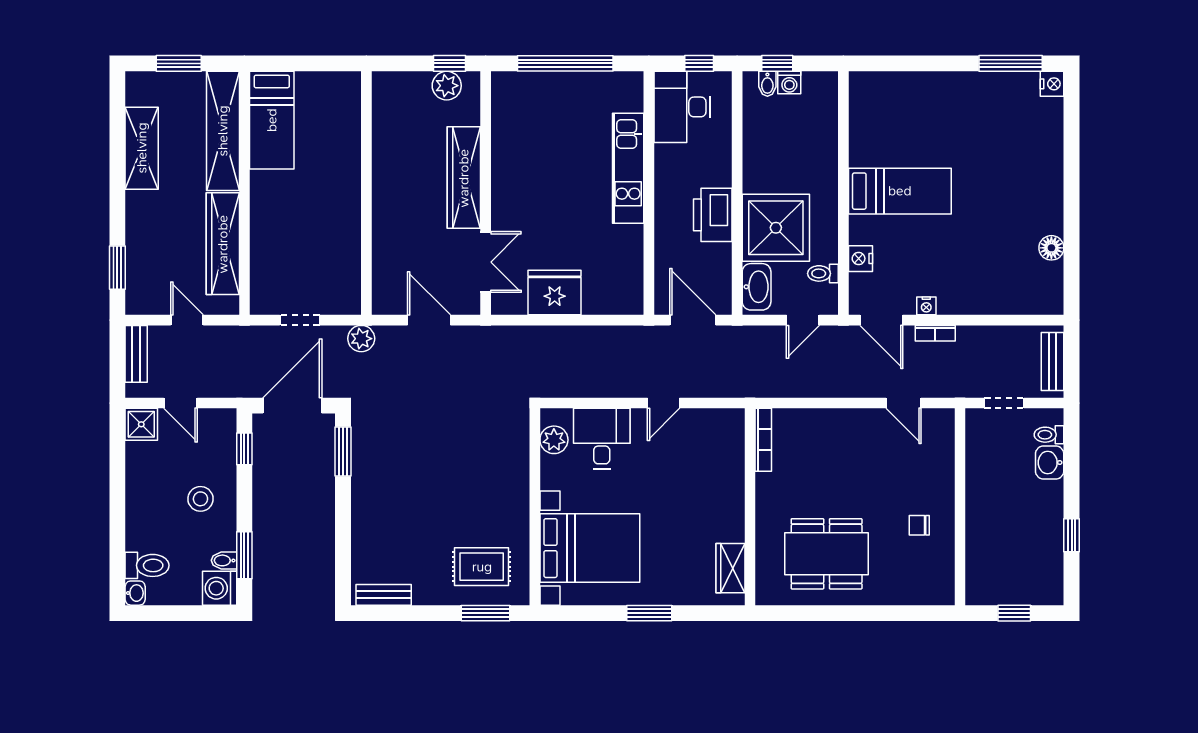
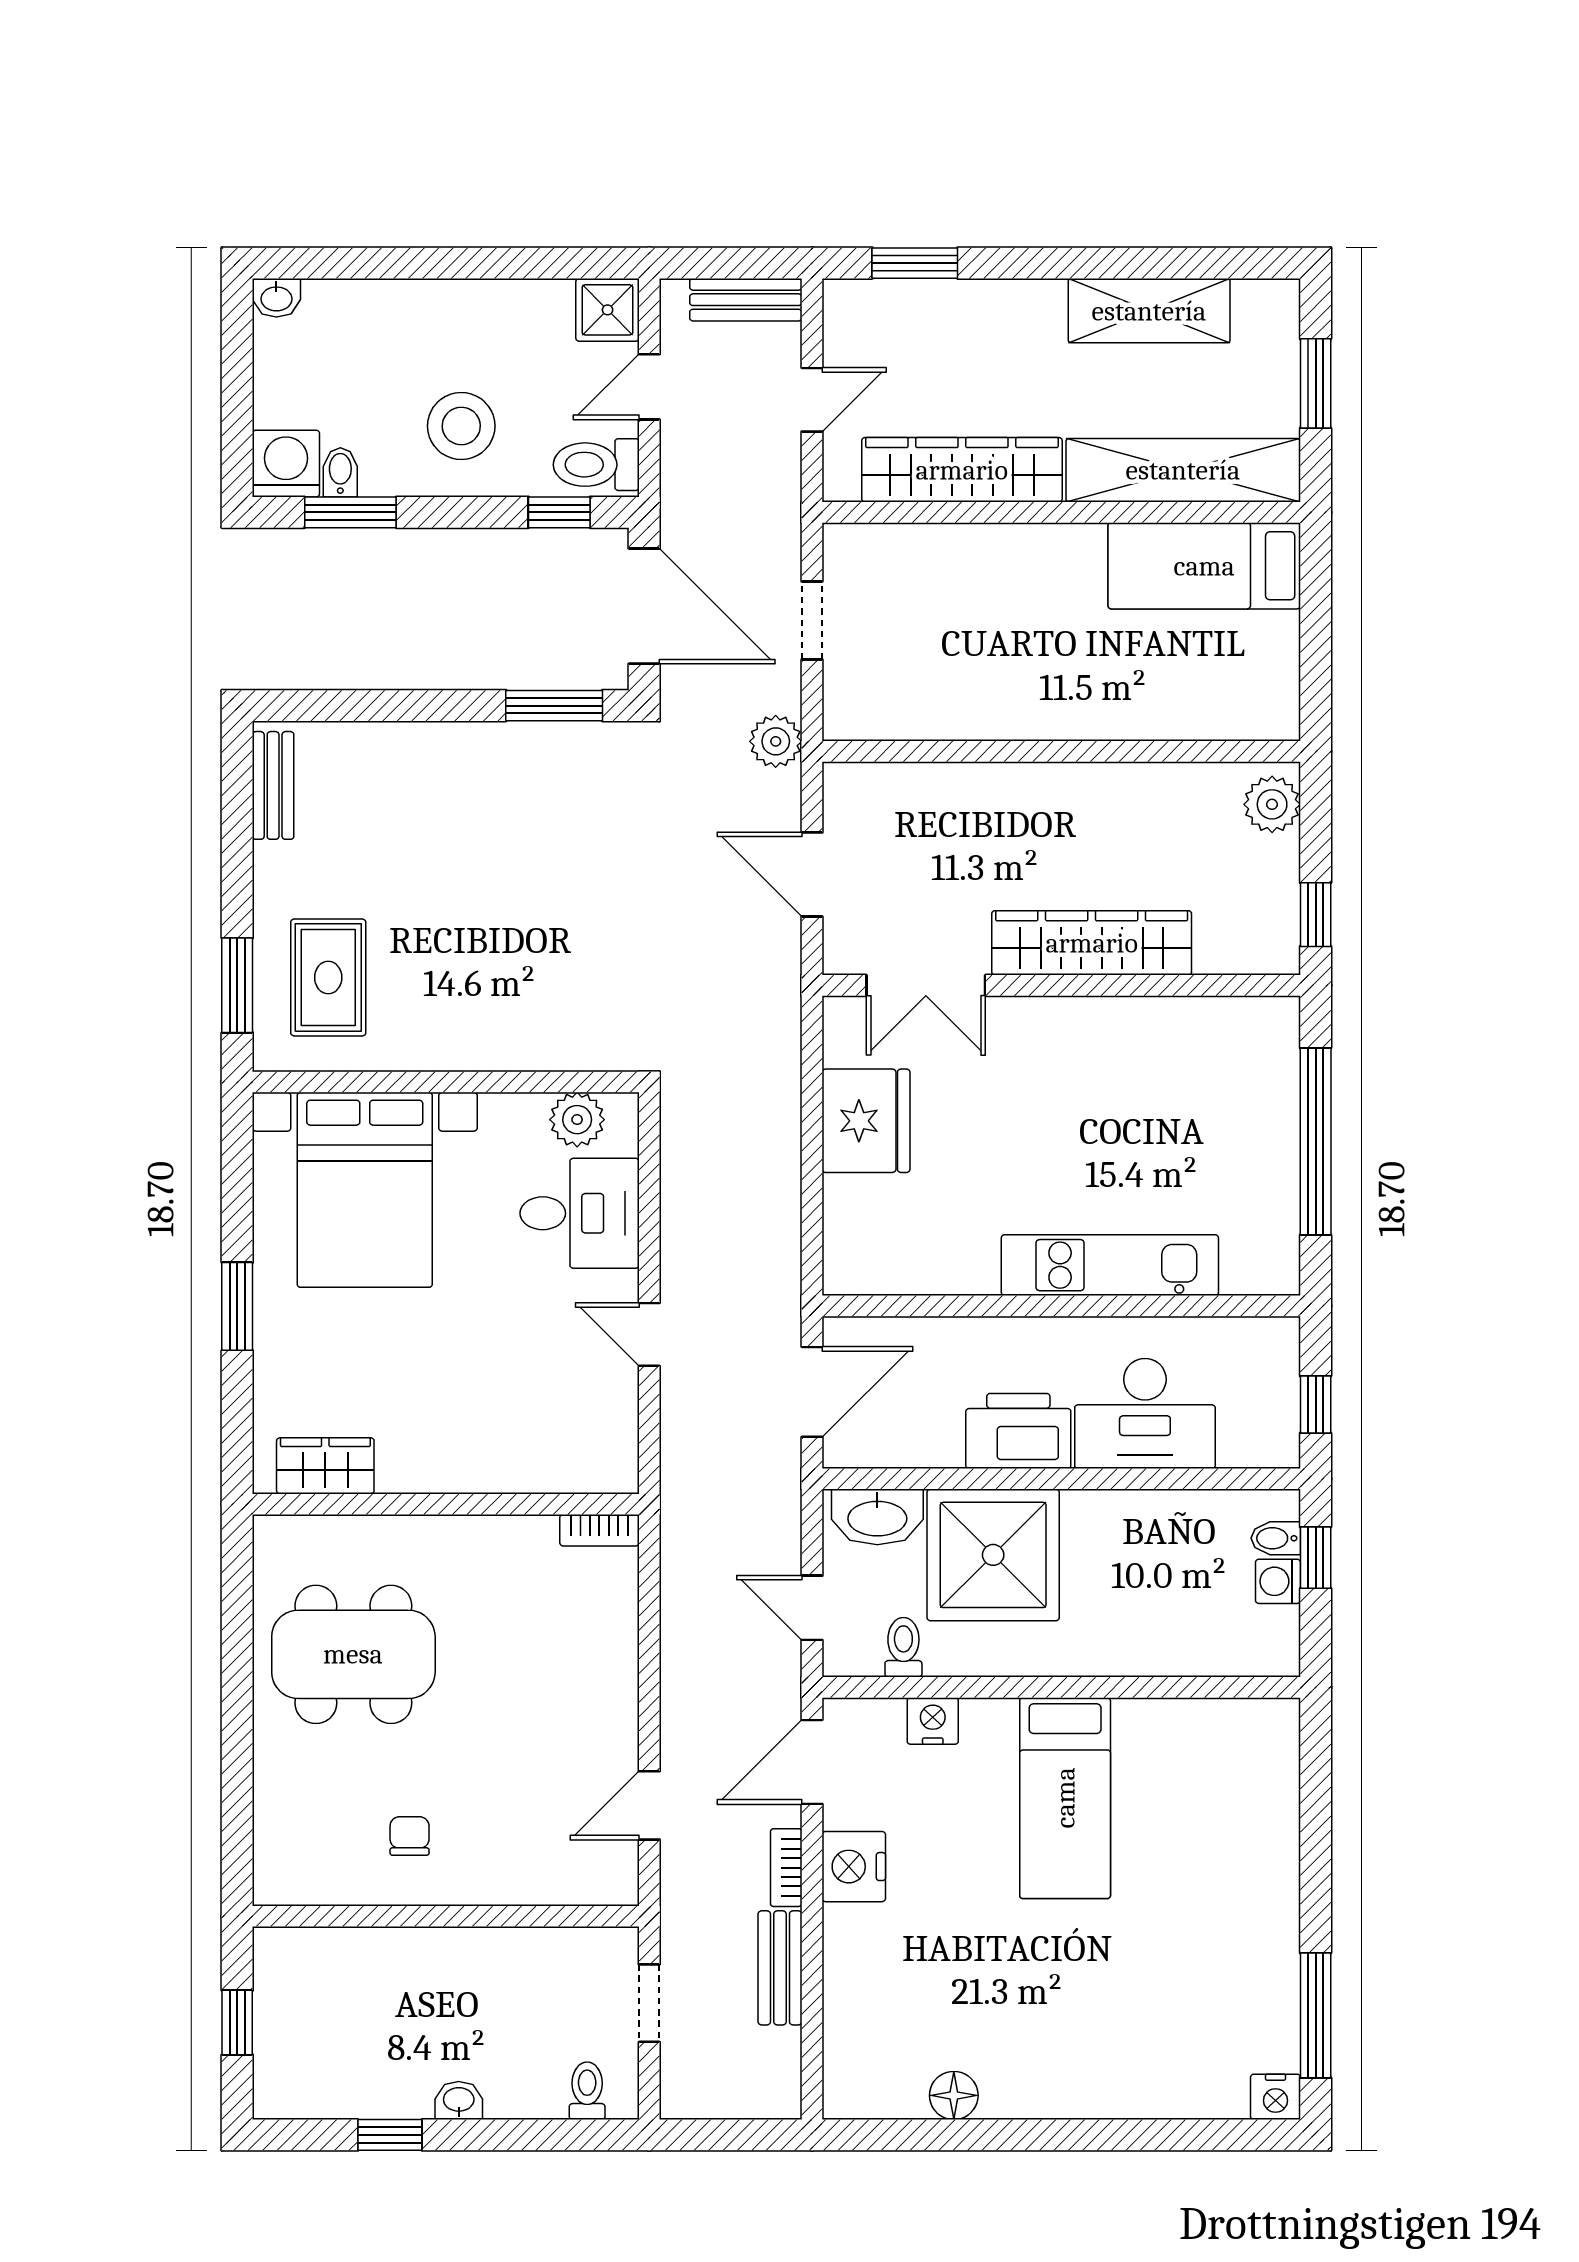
plant: (447, 86) -> (1272, 804), moved
desk: (682, 107) -> (1145, 1413), moved, turned 180
nightstand: (926, 306) -> (854, 1867), width x1.89, depth x1.79
door: (429, 320) -> (812, 874), swing flipped
bench: (1053, 361) -> (780, 1968), moved, turned 90
bookcase: (763, 440) -> (599, 1530), width x0.64
washbasin: (1050, 463) -> (459, 2101), moved, width x0.72, depth x0.69
stool: (200, 499) -> (461, 426), width x1.38, depth x1.38
dining table: (827, 554) -> (353, 1654), turned 90
toilet: (147, 565) -> (596, 465), moved, turned 90

